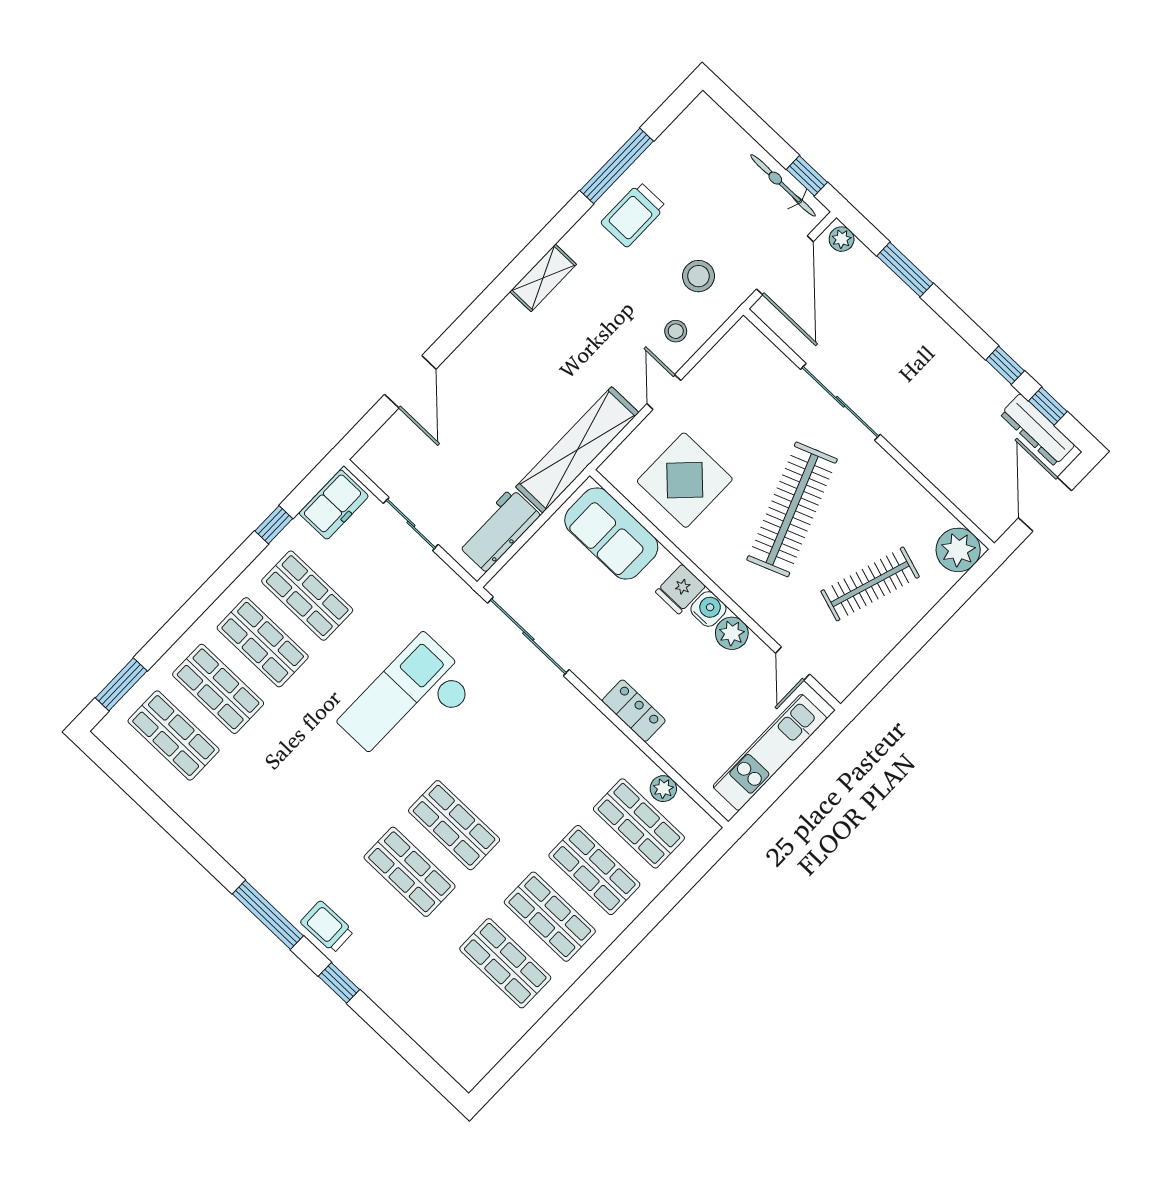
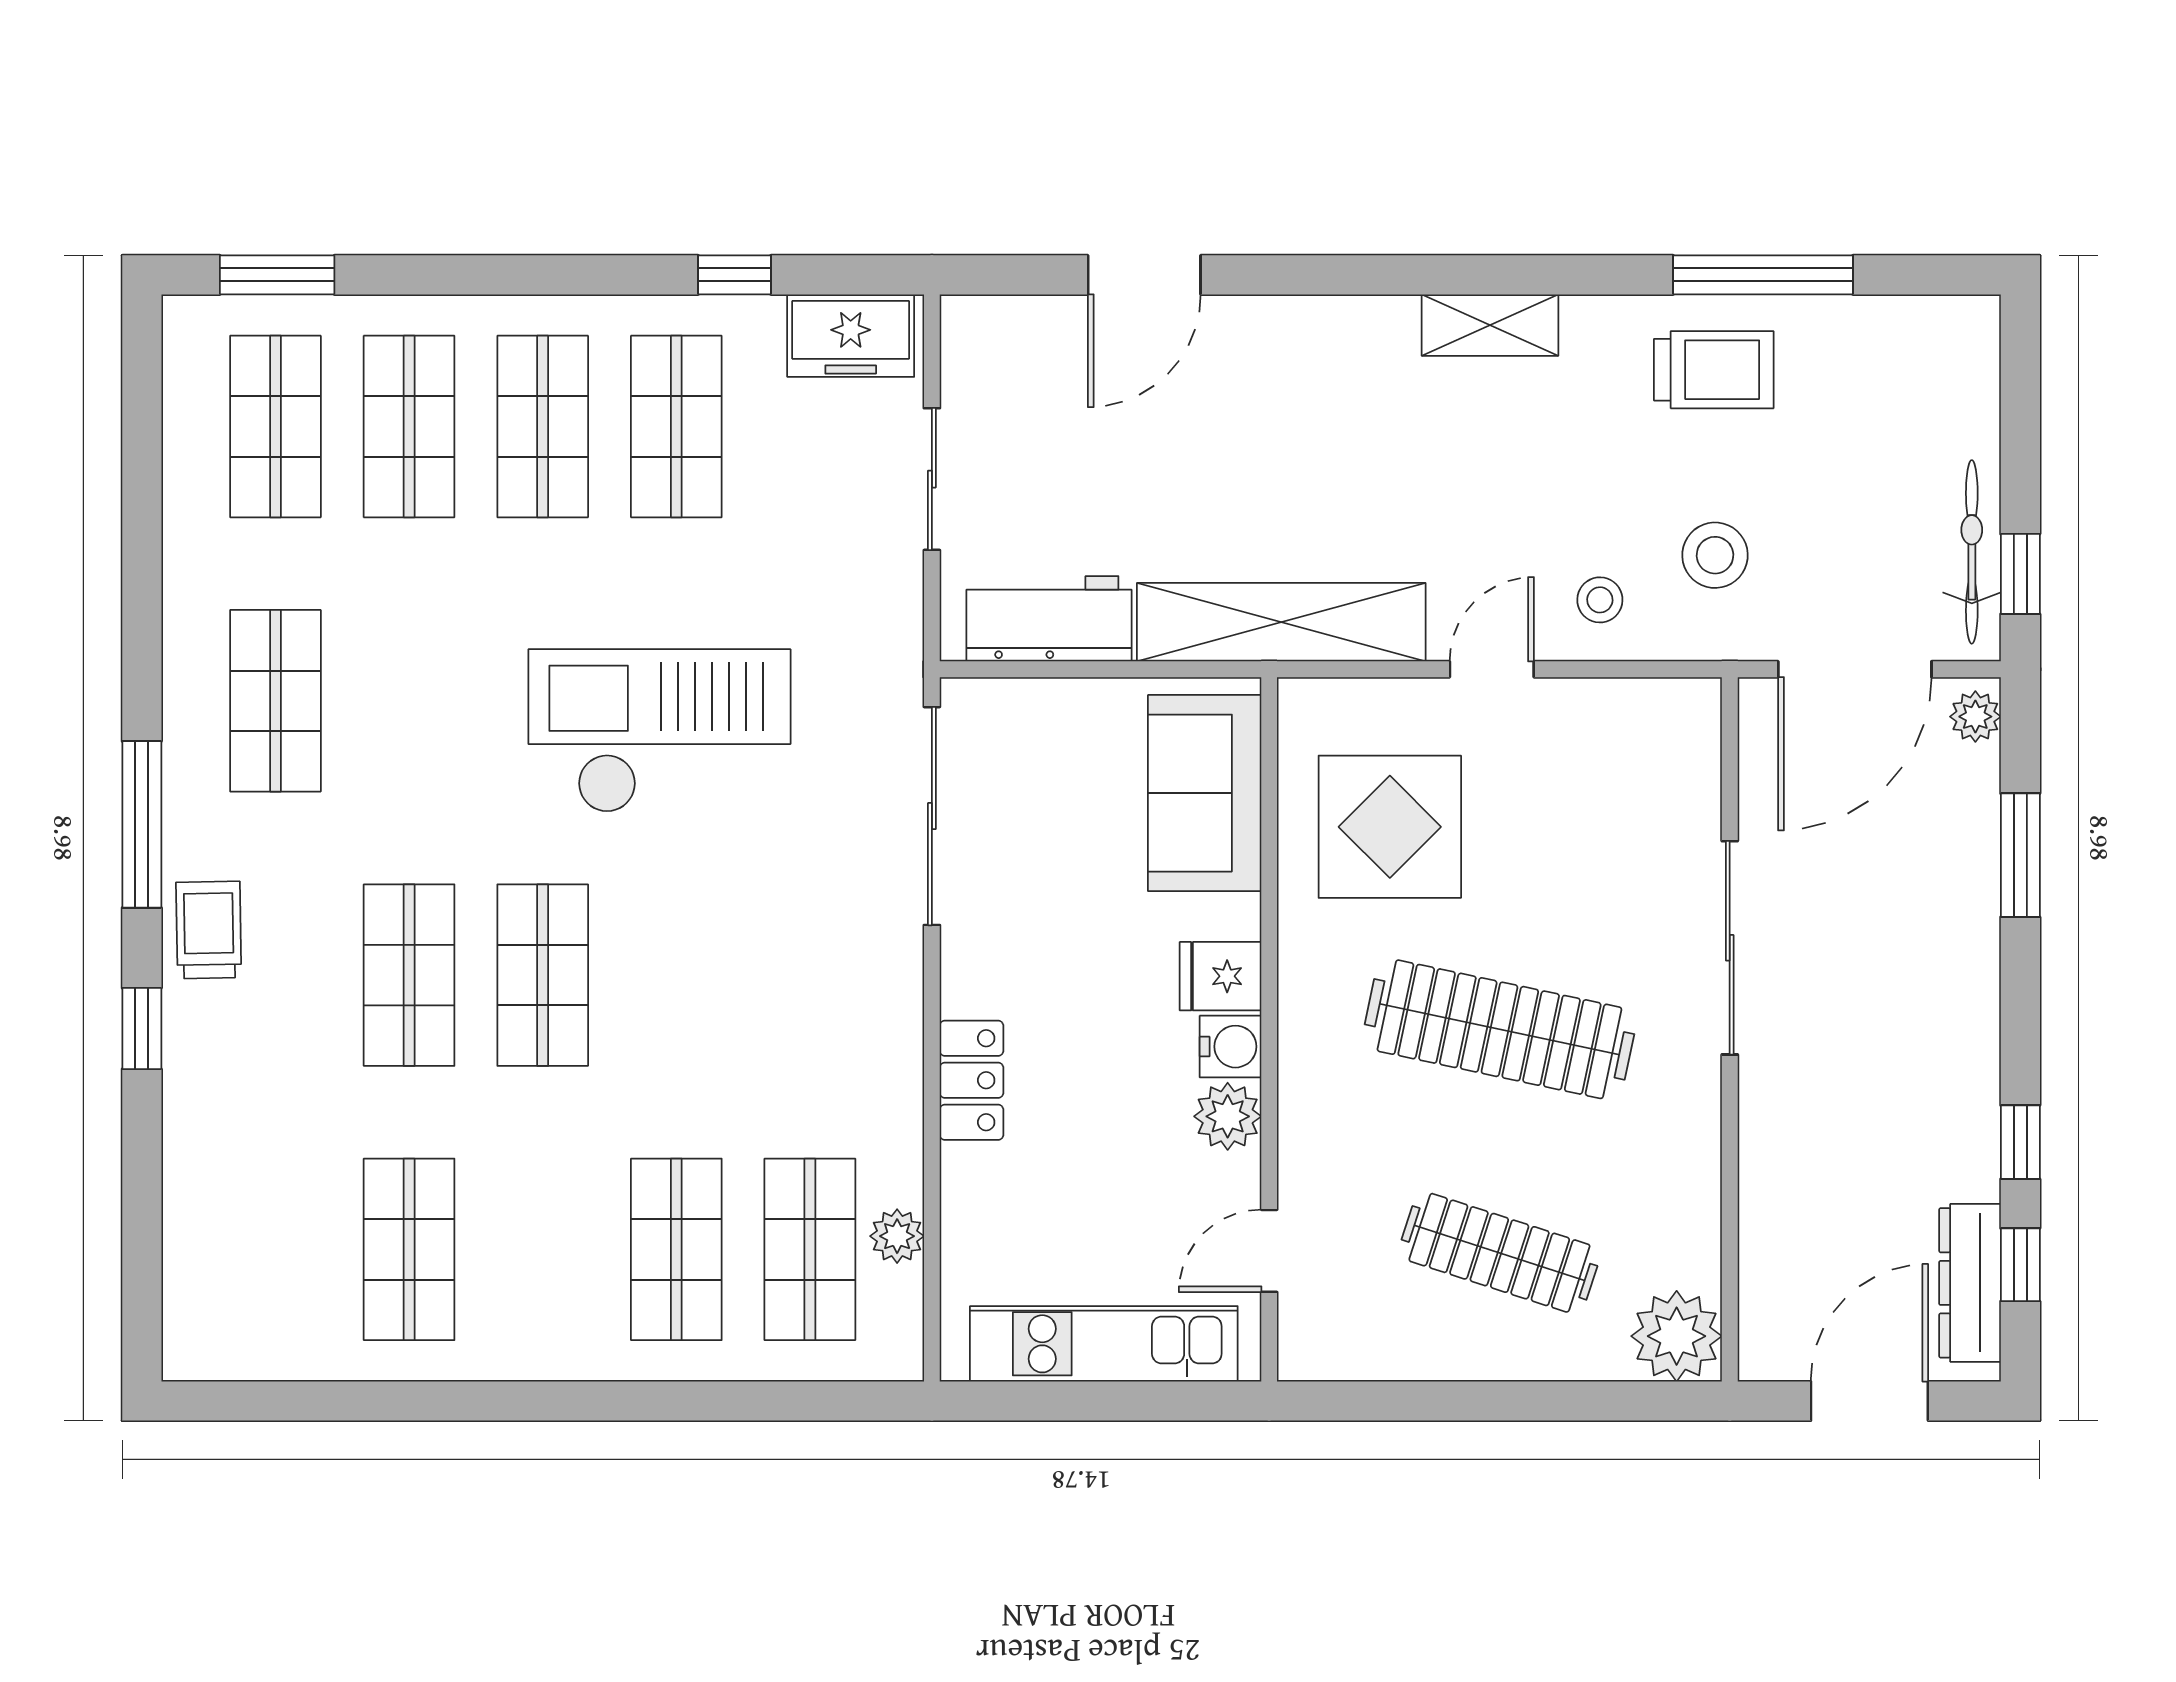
trolley: (633, 215) -> (1714, 370), turned 180
clothes rail: (792, 509) -> (1499, 1029), turned 33
shop shelf: (550, 917) -> (275, 701), moved

